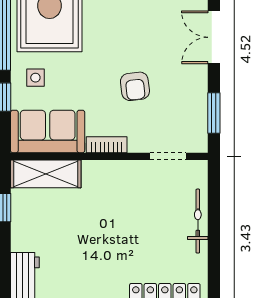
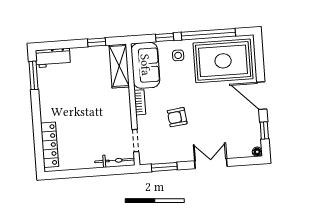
bicycle: (198, 221) -> (115, 161), moved

